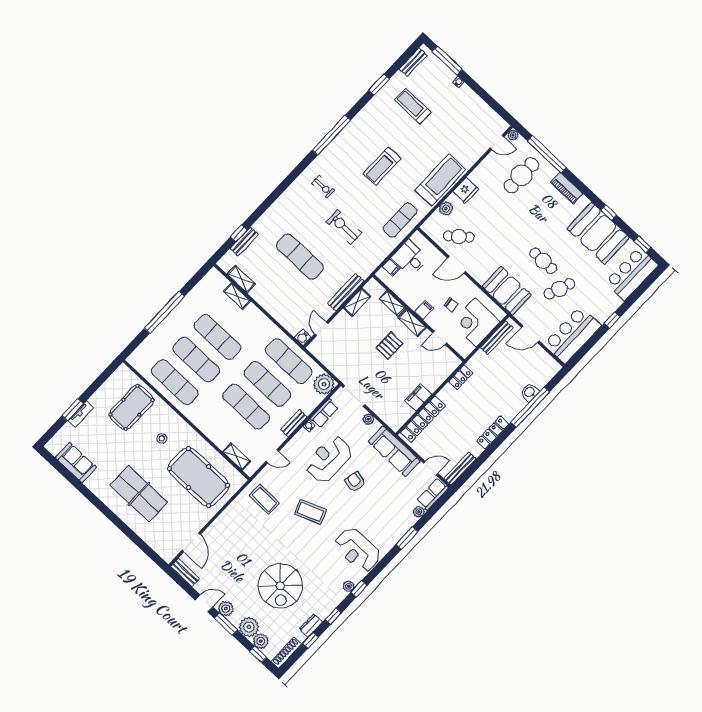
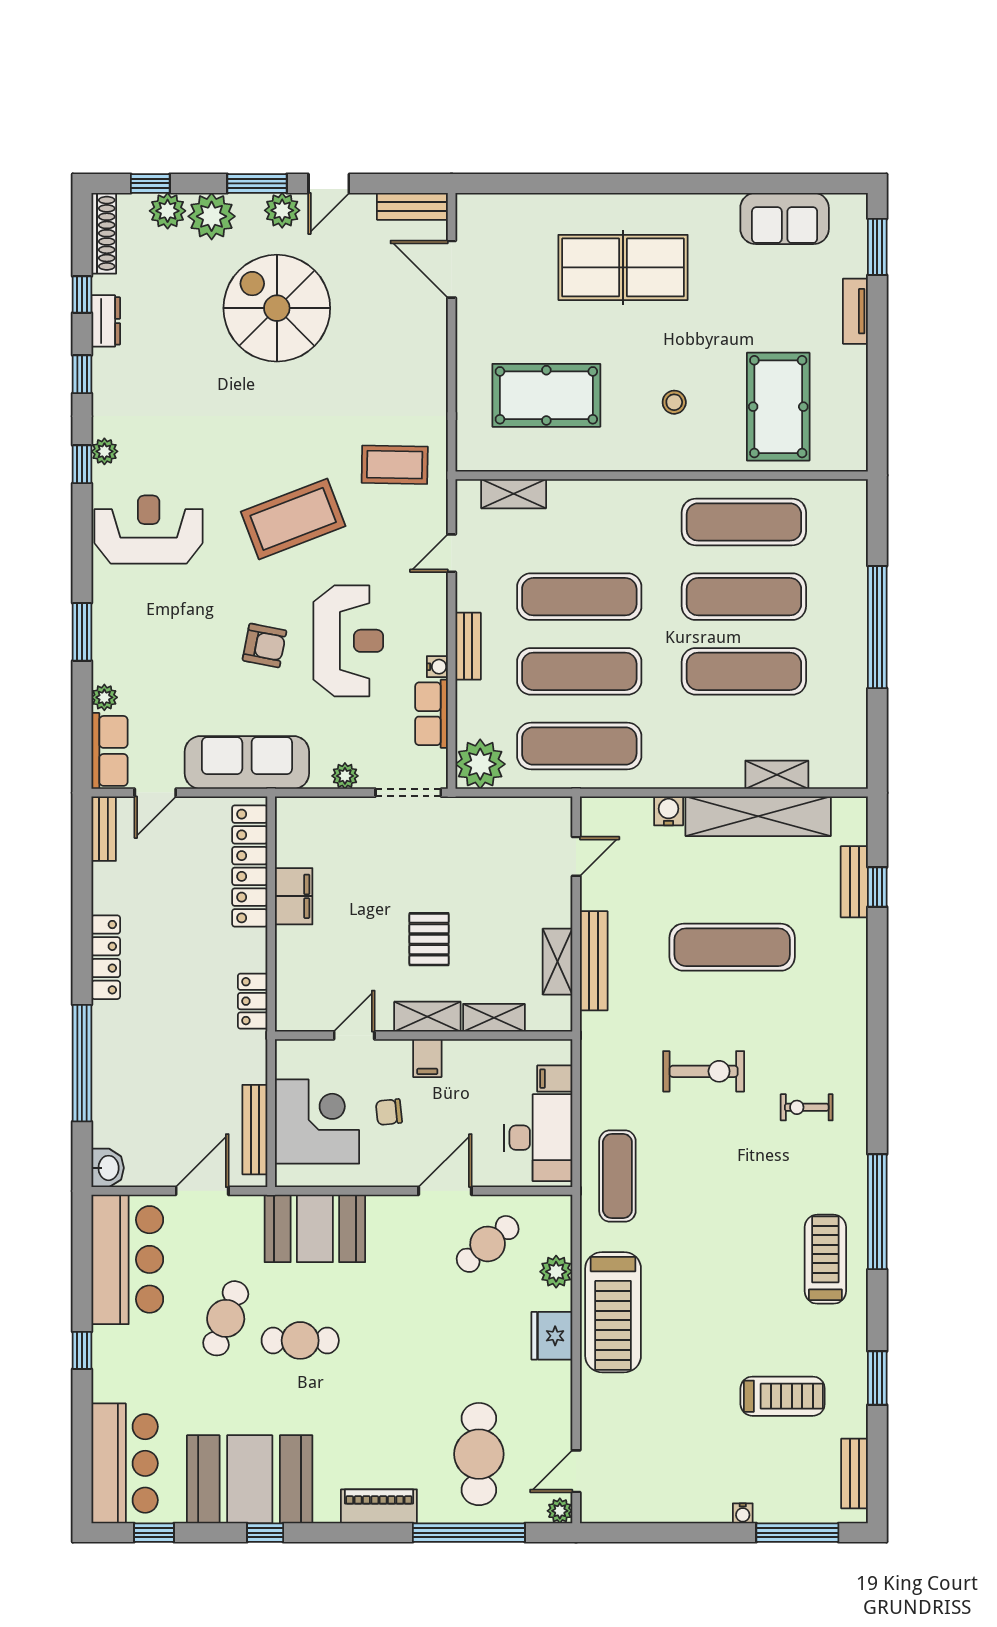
treadmill: (382, 166) -> (825, 1259), moved
desk: (410, 258) -> (538, 1138), width x1.37
shelving: (241, 279) -> (758, 816), width x2.20, depth x1.33
door: (321, 329) -> (576, 856), hinge flipped
water cooler: (303, 337) -> (669, 811), moved
washbasin: (530, 392) -> (108, 1168), moved
window: (73, 410) -> (877, 247), moved
bench: (460, 469) -> (104, 829), width x0.73
pool table: (199, 477) -> (546, 395), width x0.73, depth x0.76
coffee table: (311, 512) -> (293, 519), width x1.36, depth x1.32
spiral stairs: (280, 586) -> (277, 308), moved

